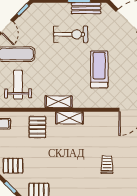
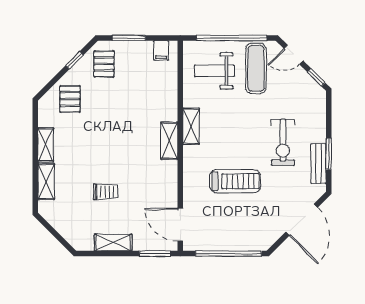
weight bench: (18, 85) -> (214, 71), turned 180
pallet: (37, 127) -> (157, 97), removed

